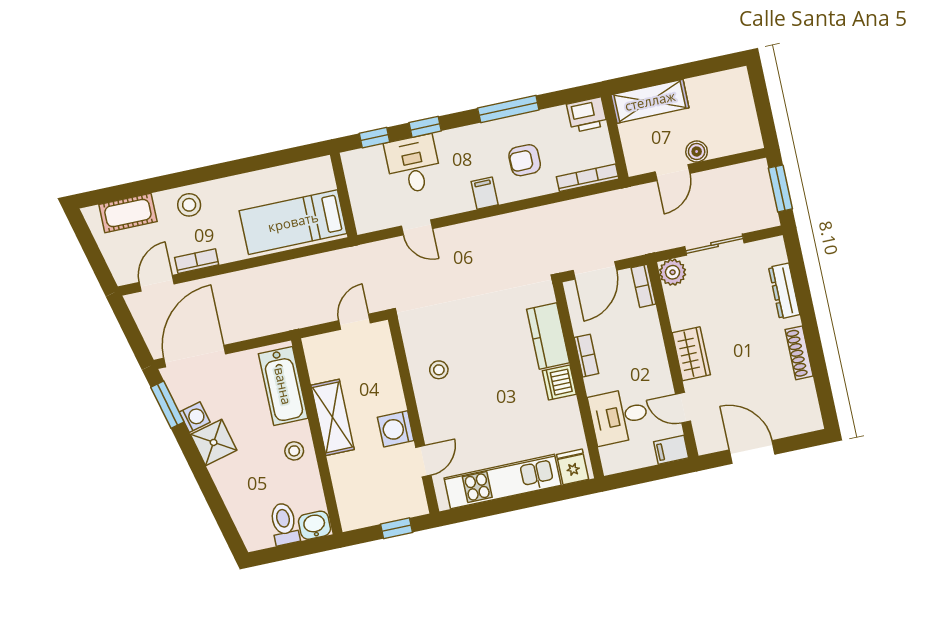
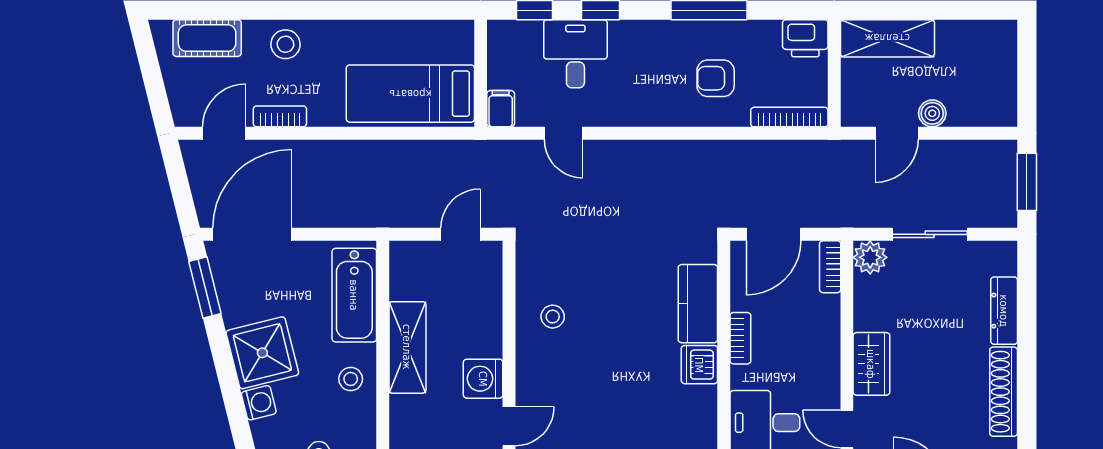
filing cabinet: (485, 193) -> (501, 109), moved
shoe rack: (799, 353) -> (1004, 392), width x1.36, depth x1.24
washing machine: (195, 417) -> (259, 403), moved
shower: (214, 442) -> (262, 353), width x1.36, depth x1.36

